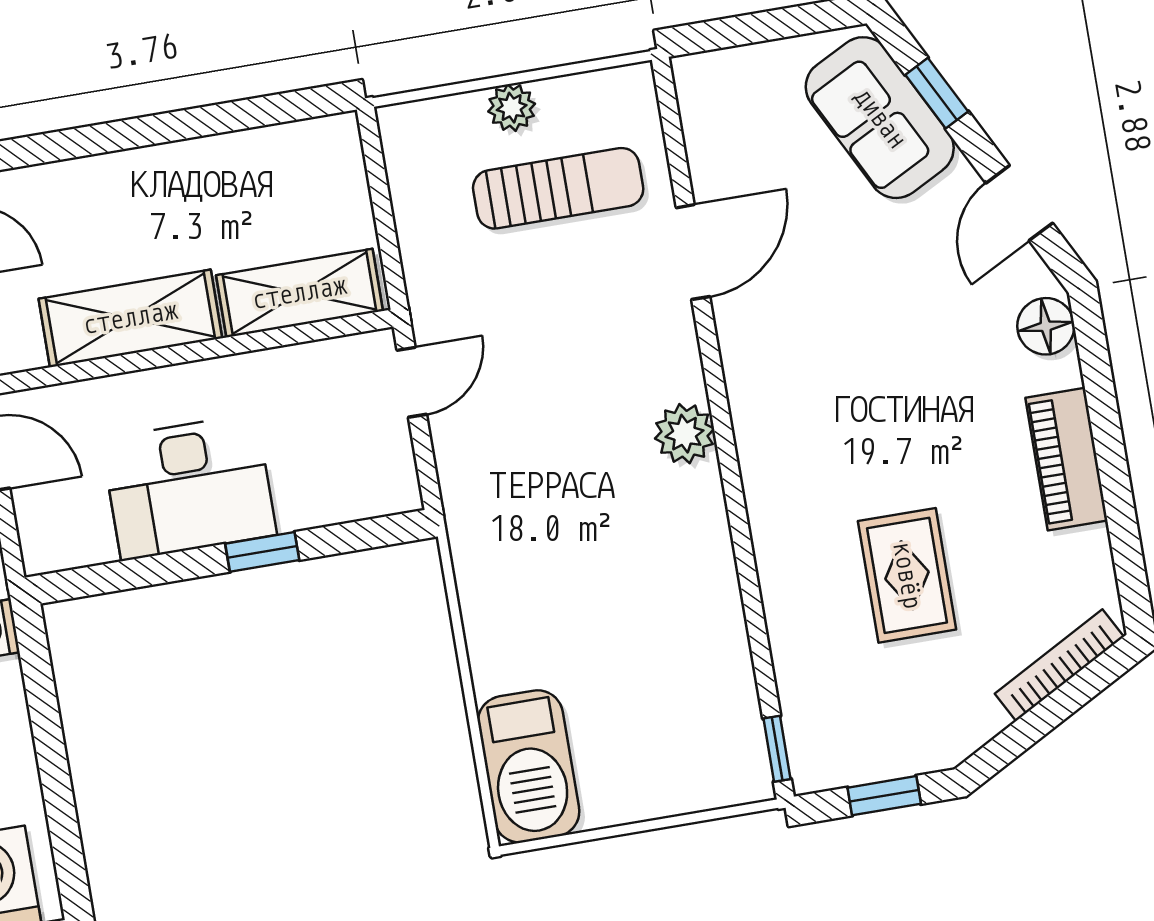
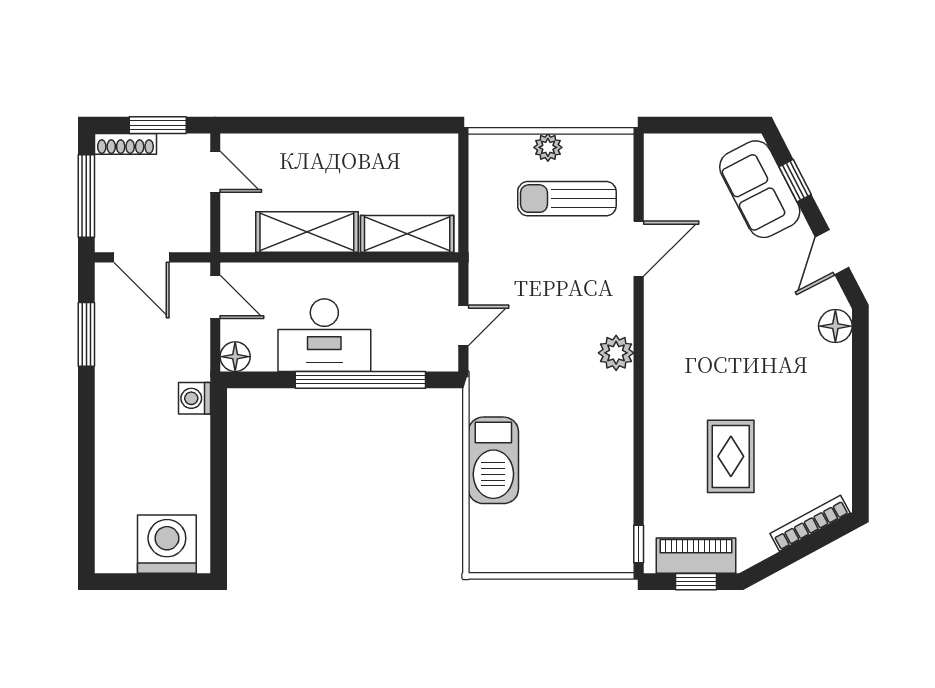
sun lounger: (558, 188) -> (567, 199), turned 180
door: (412, 382) -> (463, 325), moved
piano: (1066, 459) -> (696, 556), moved, turned 90
floor lamp: (45, 548) -> (235, 357), added
window: (262, 552) -> (360, 380), width x3.17
barbecue: (529, 766) -> (493, 460), moved

